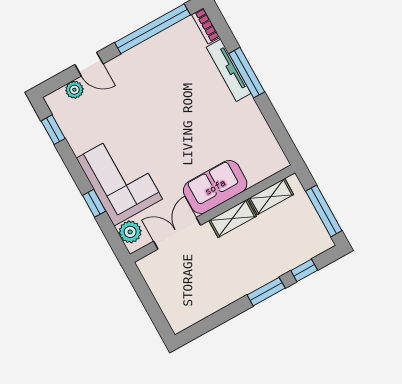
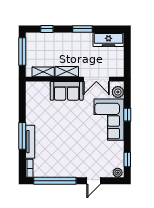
door: (89, 64) -> (94, 181), swing flipped
plant: (74, 90) -> (118, 173), moved
window: (266, 292) -> (82, 29), moved
freezer: (193, 309) -> (108, 39), added

